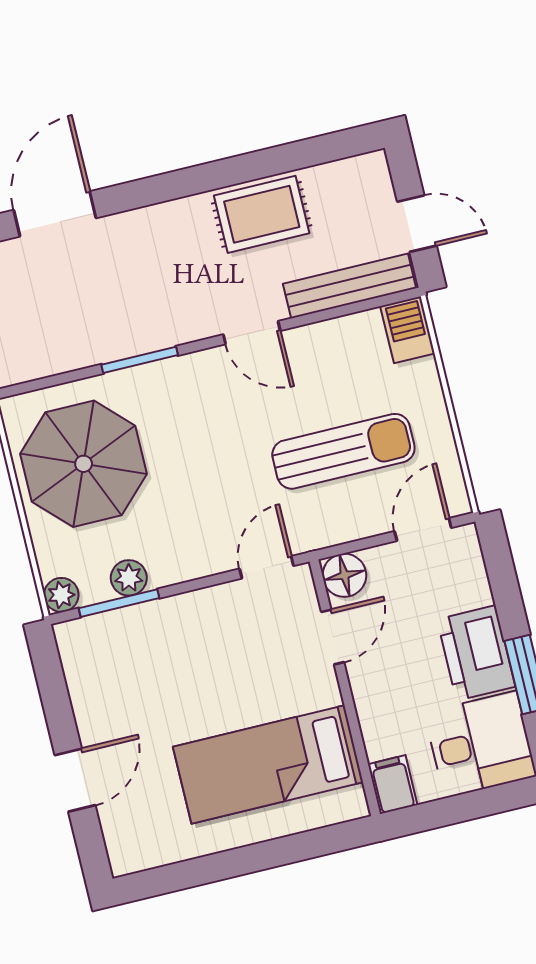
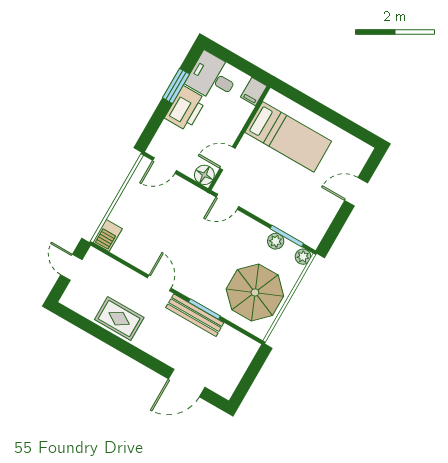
bench: (350, 286) -> (195, 315), moved
sun lounger: (343, 451) -> (166, 216), removed

